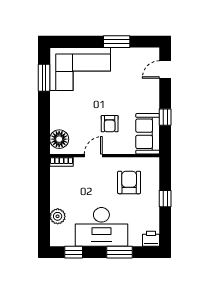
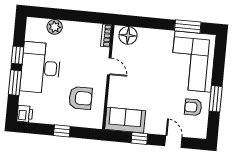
door: (165, 69) -> (173, 142), moved
armchair: (110, 124) -> (193, 107), moved
window: (74, 252) -> (17, 55), moved

